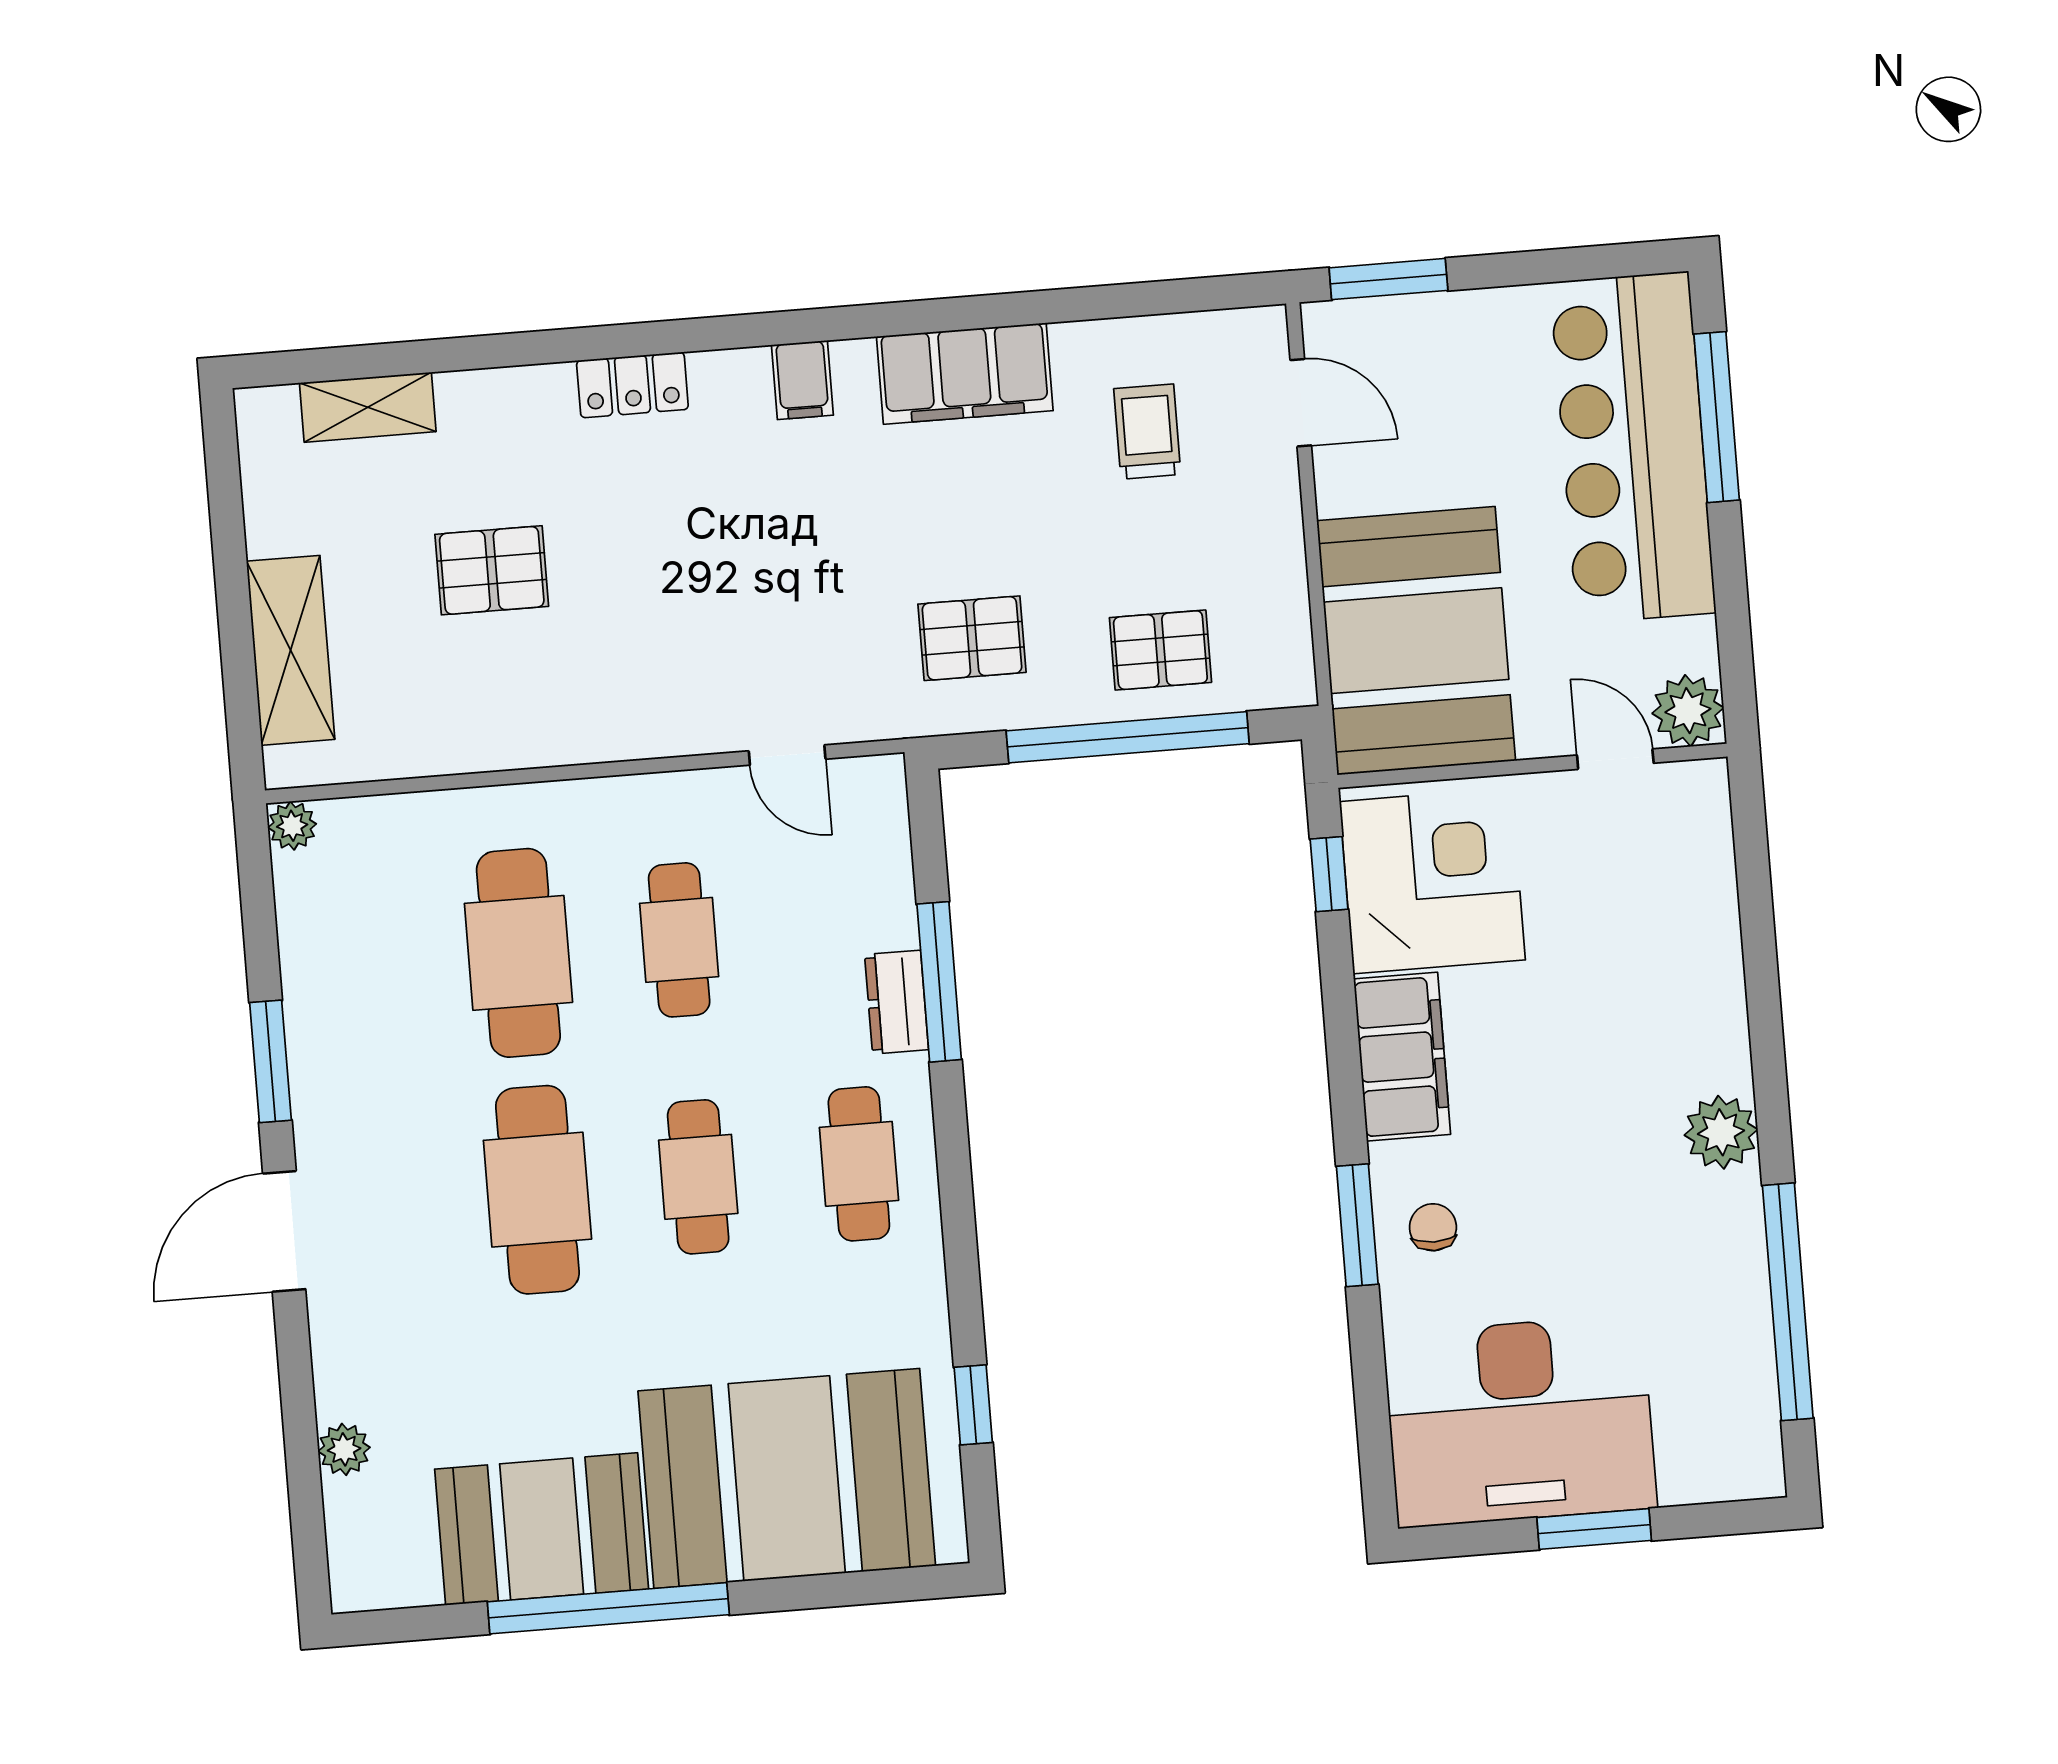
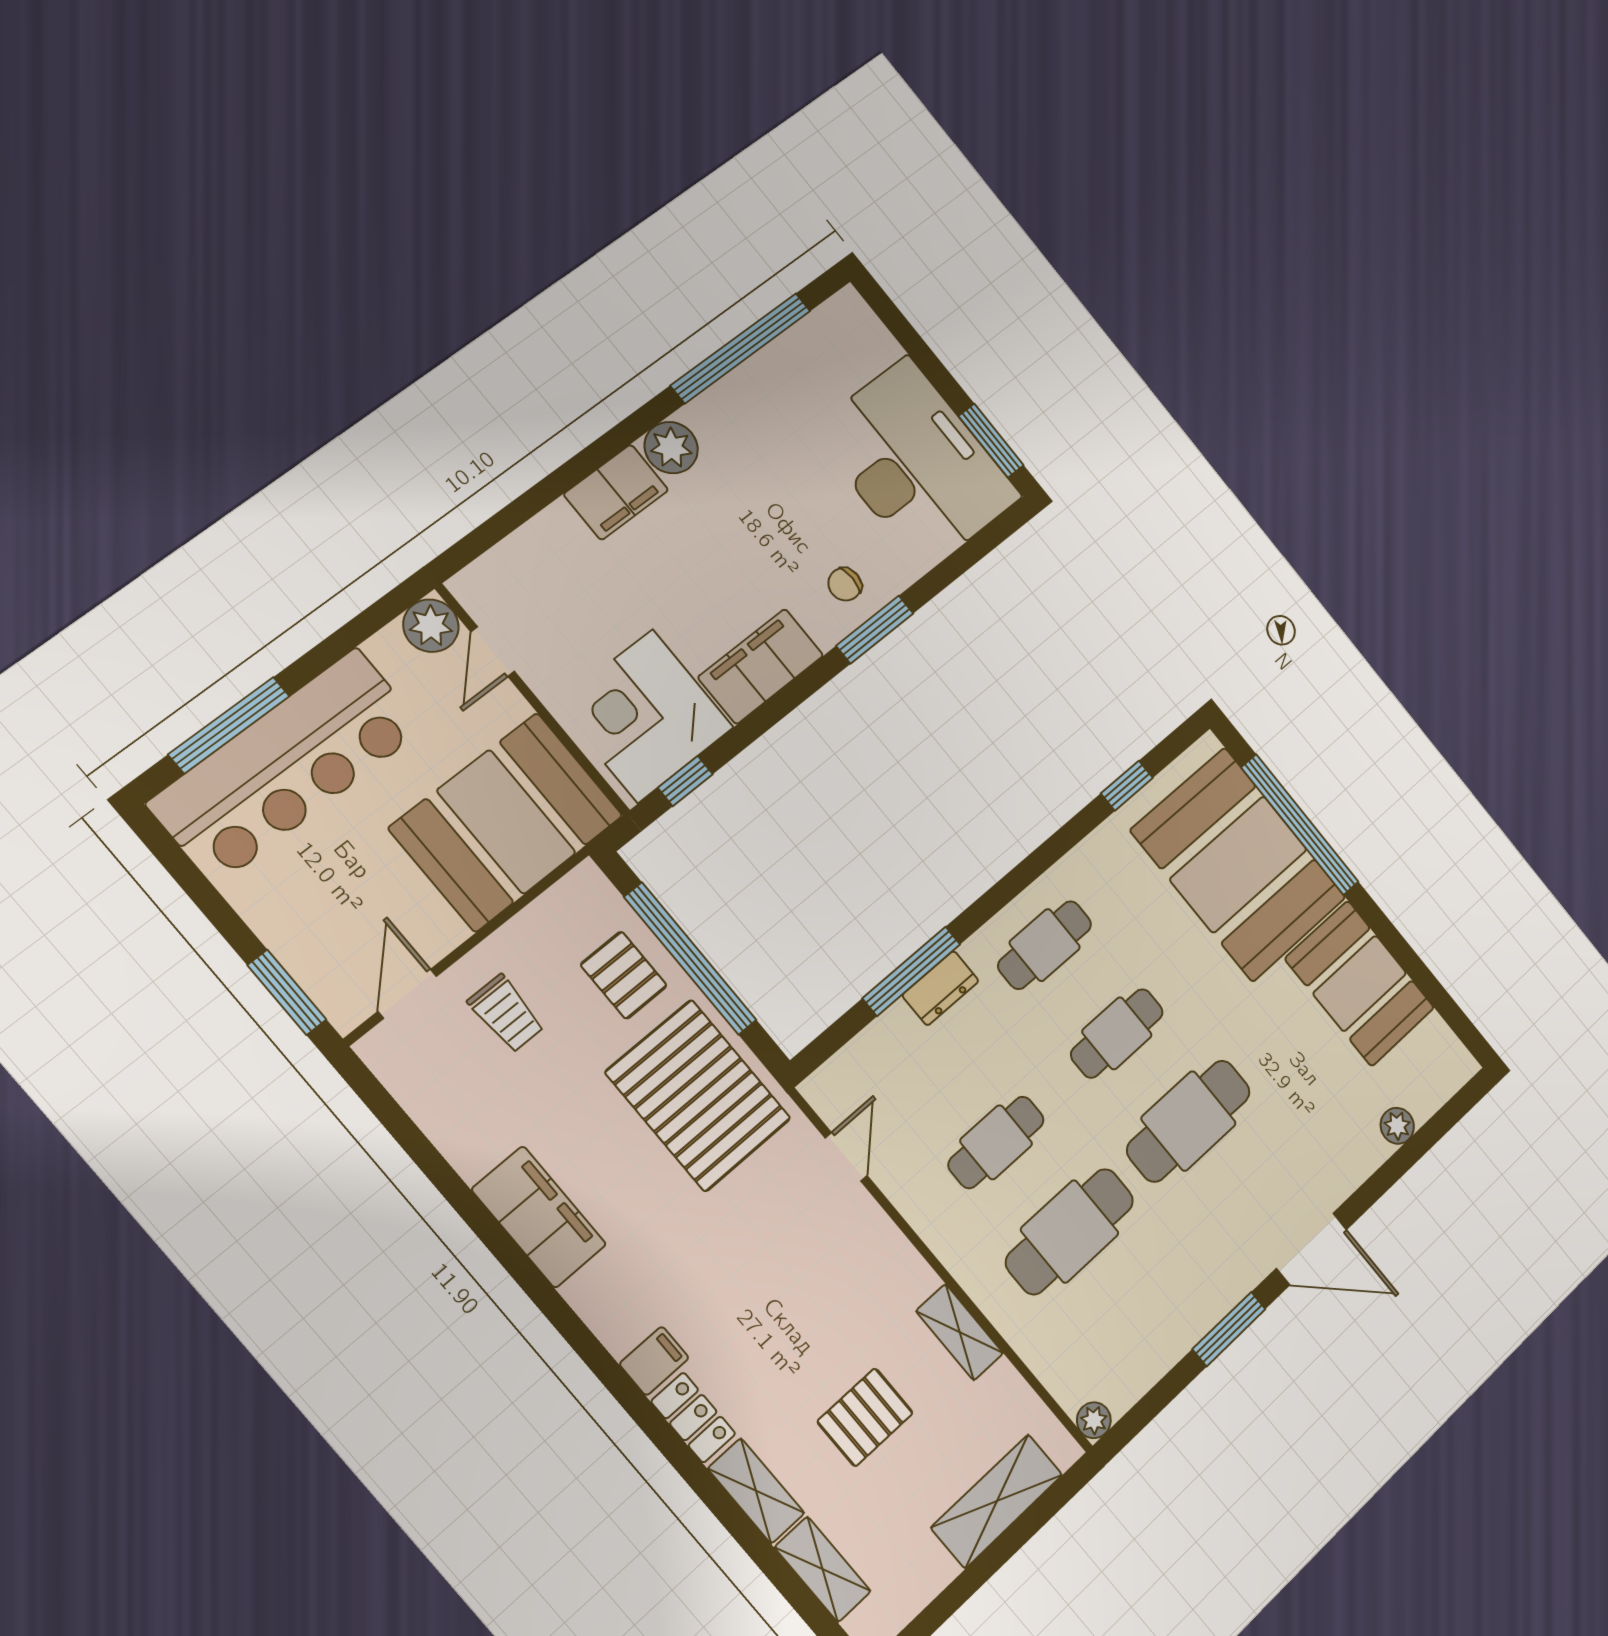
filing cabinet: (802, 380) -> (654, 1361), moved
shelving: (505, 396) -> (756, 1491), added
trolley: (1147, 432) -> (506, 1014), moved, turned -90
pallet: (492, 570) -> (865, 1417), turned 90
pallet: (972, 638) -> (698, 1095), width x2.05, depth x2.00
shelving: (503, 743) -> (960, 1332), added
filing cabinet: (1709, 1030) -> (616, 492), added
window: (1594, 1529) -> (991, 441), moved
window: (608, 1608) -> (1300, 825), moved

